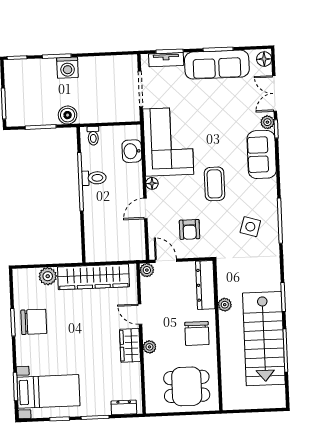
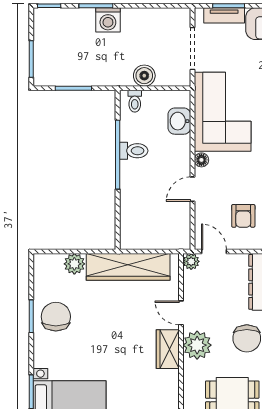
boiler: (68, 115) -> (144, 76), moved
chair: (34, 322) -> (56, 317), turned -90
plant: (149, 347) -> (197, 345), width x1.88, depth x1.88

